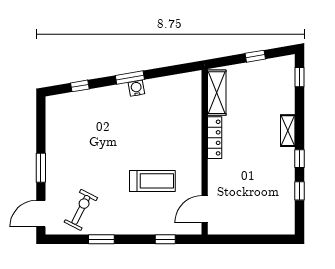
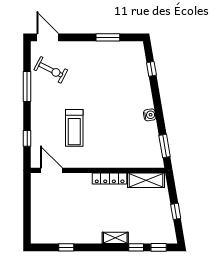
window: (130, 77) -> (165, 146), moved
window: (299, 159) -> (136, 247), moved
window: (41, 168) -> (108, 37), moved
window: (101, 239) -> (27, 86), width x1.44

